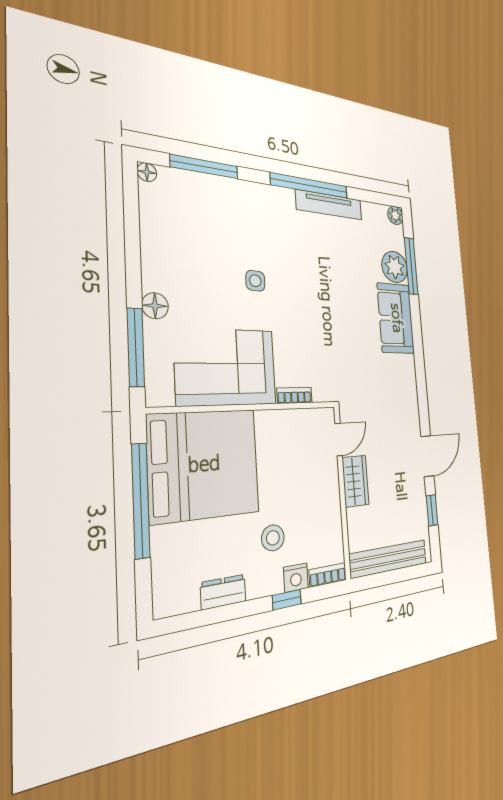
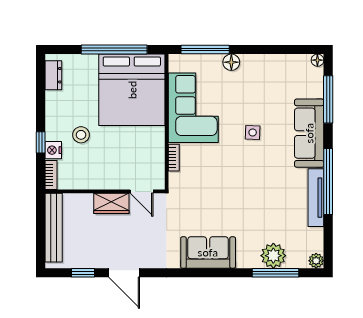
sofa: (252, 201) -> (309, 133), added
sofa: (396, 318) -> (208, 252), moved
dresser: (223, 592) -> (53, 75), moved

